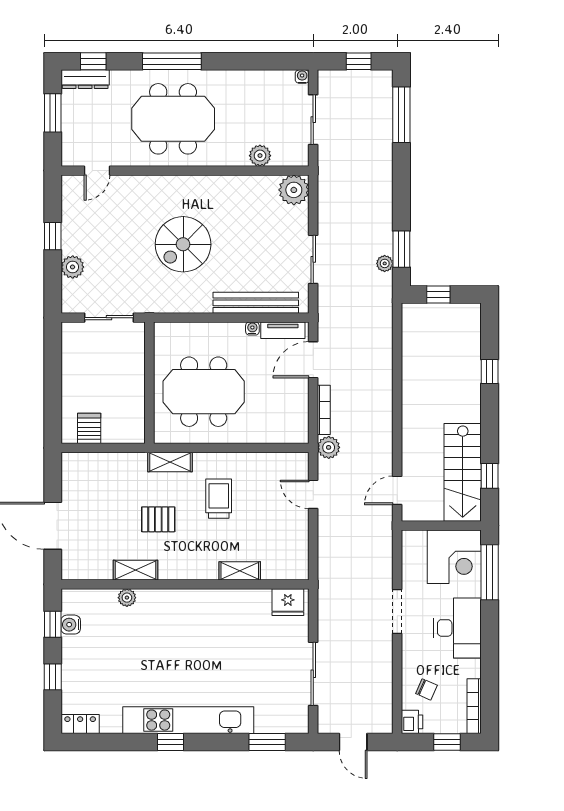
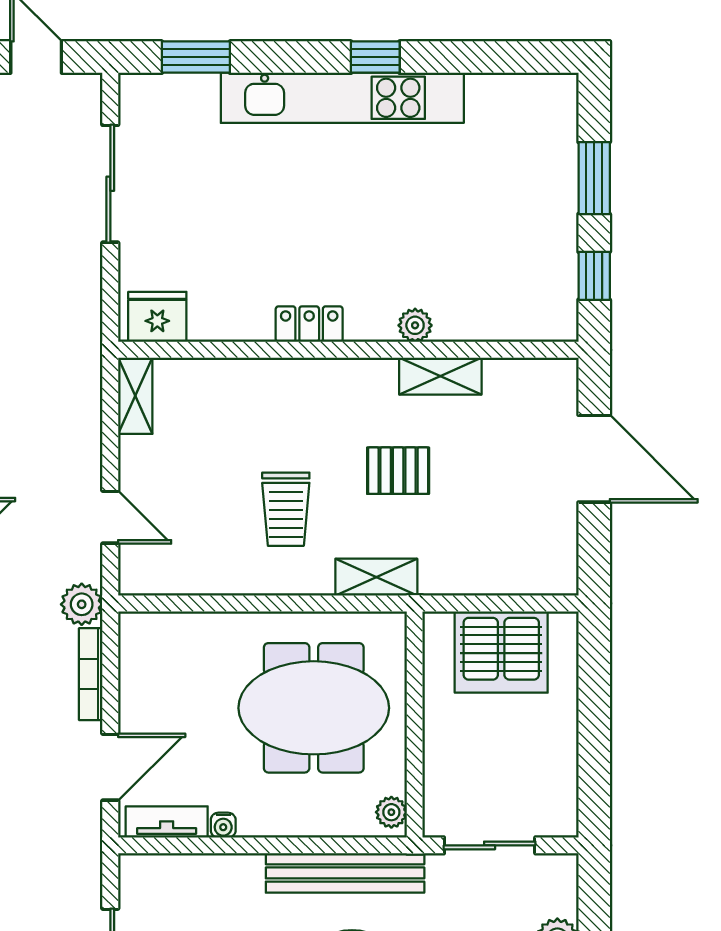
bench: (256, 303) -> (345, 873), moved
plant: (162, 335) -> (391, 812), added
server rack: (89, 428) -> (501, 652), width x2.18, depth x1.44
shelving: (240, 571) -> (135, 396), moved, turned 90
plant: (127, 598) -> (415, 325), moved
water cooler: (71, 625) -> (561, 275), removed
window: (53, 677) -> (594, 178), width x1.50
locker: (80, 724) -> (309, 324), moved, turned 180

